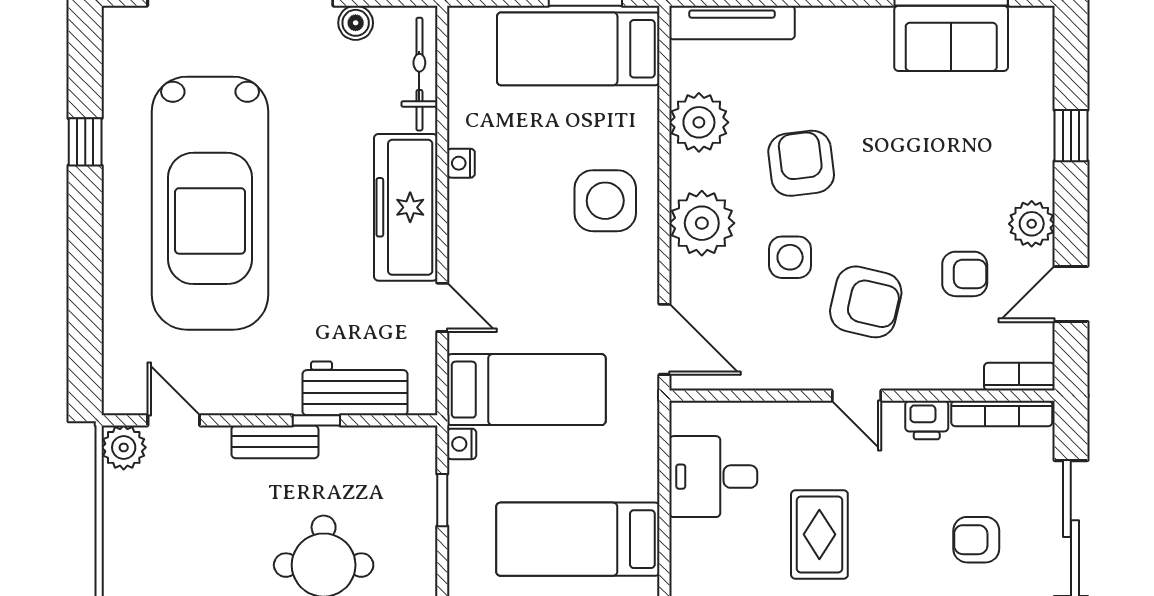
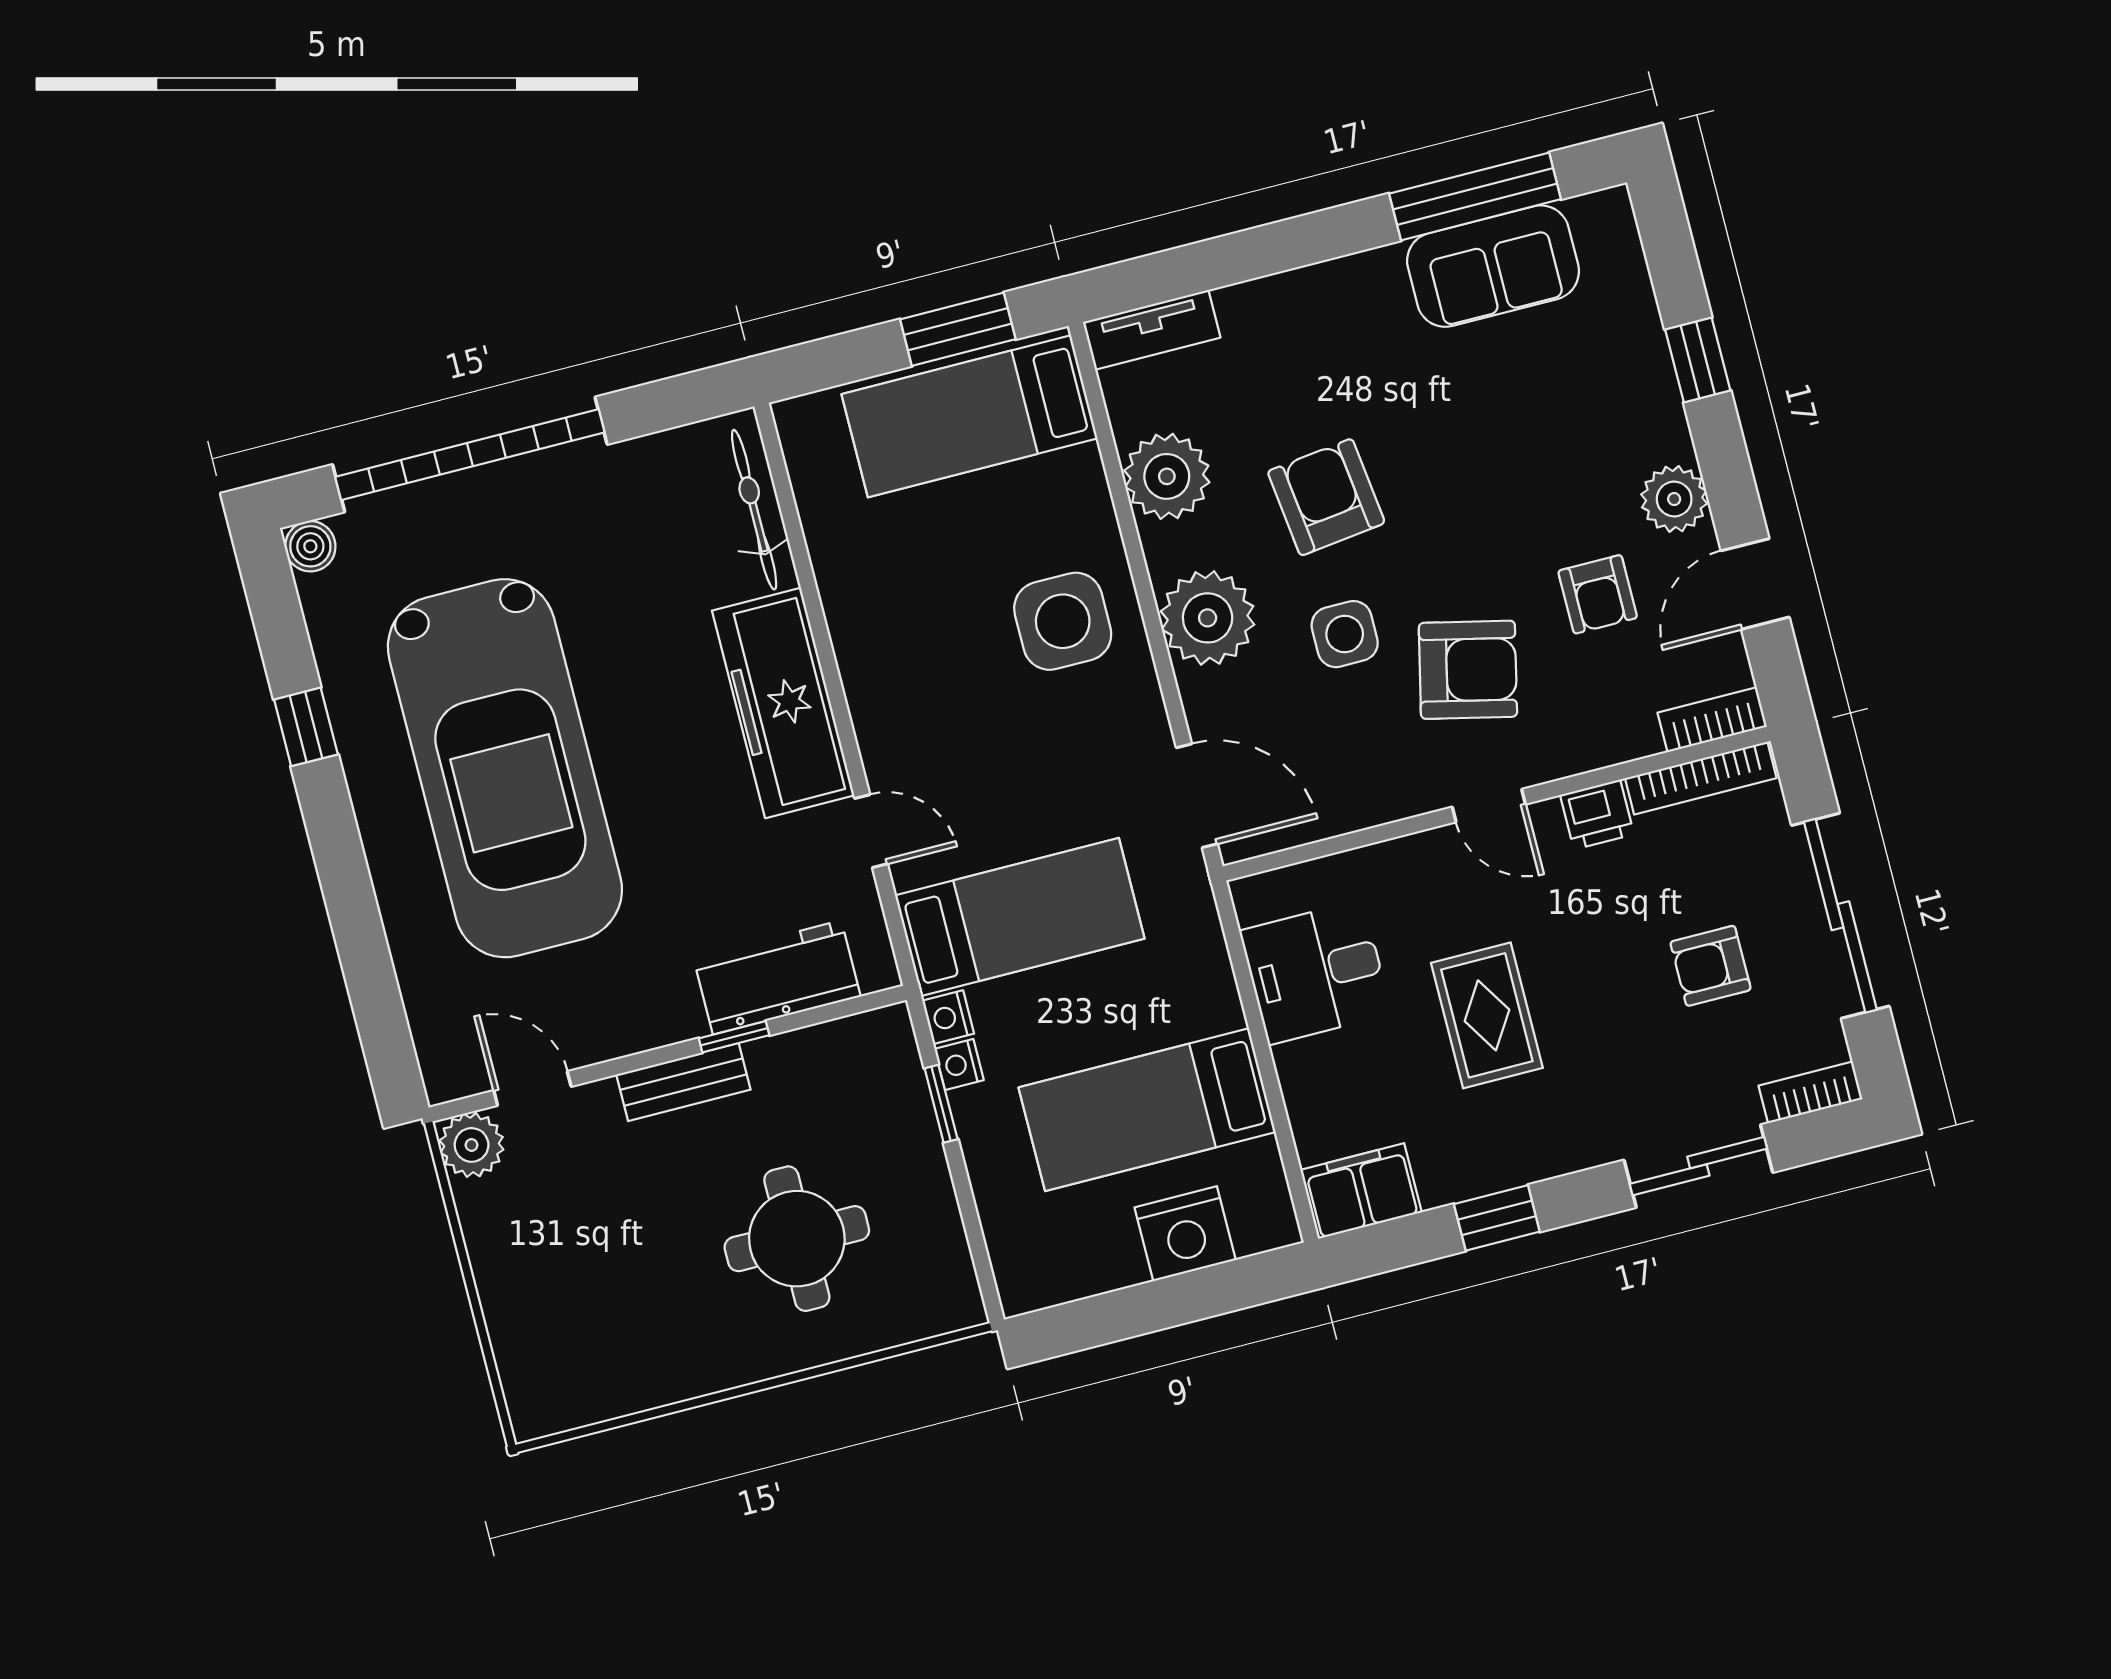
boiler: (356, 23) -> (310, 546), moved
tv unit: (732, 23) -> (1152, 330), width x0.71
nightstand: (461, 163) -> (959, 1064), moved
armchair: (965, 274) -> (1598, 594), turned 90

